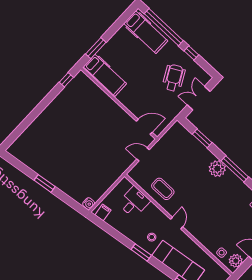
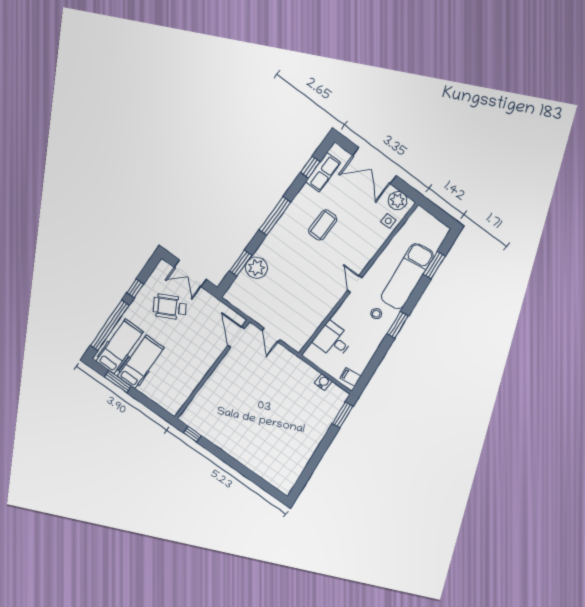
window: (96, 48) -> (118, 382), moved
hospital bed: (105, 75) -> (140, 362), moved
plant: (217, 169) -> (256, 268), moved
window: (45, 183) -> (343, 415), moved
coffee table: (163, 189) -> (323, 225), moved
water cooler: (89, 204) -> (323, 382), moved
door: (177, 223) -> (355, 284), hinge flipped

